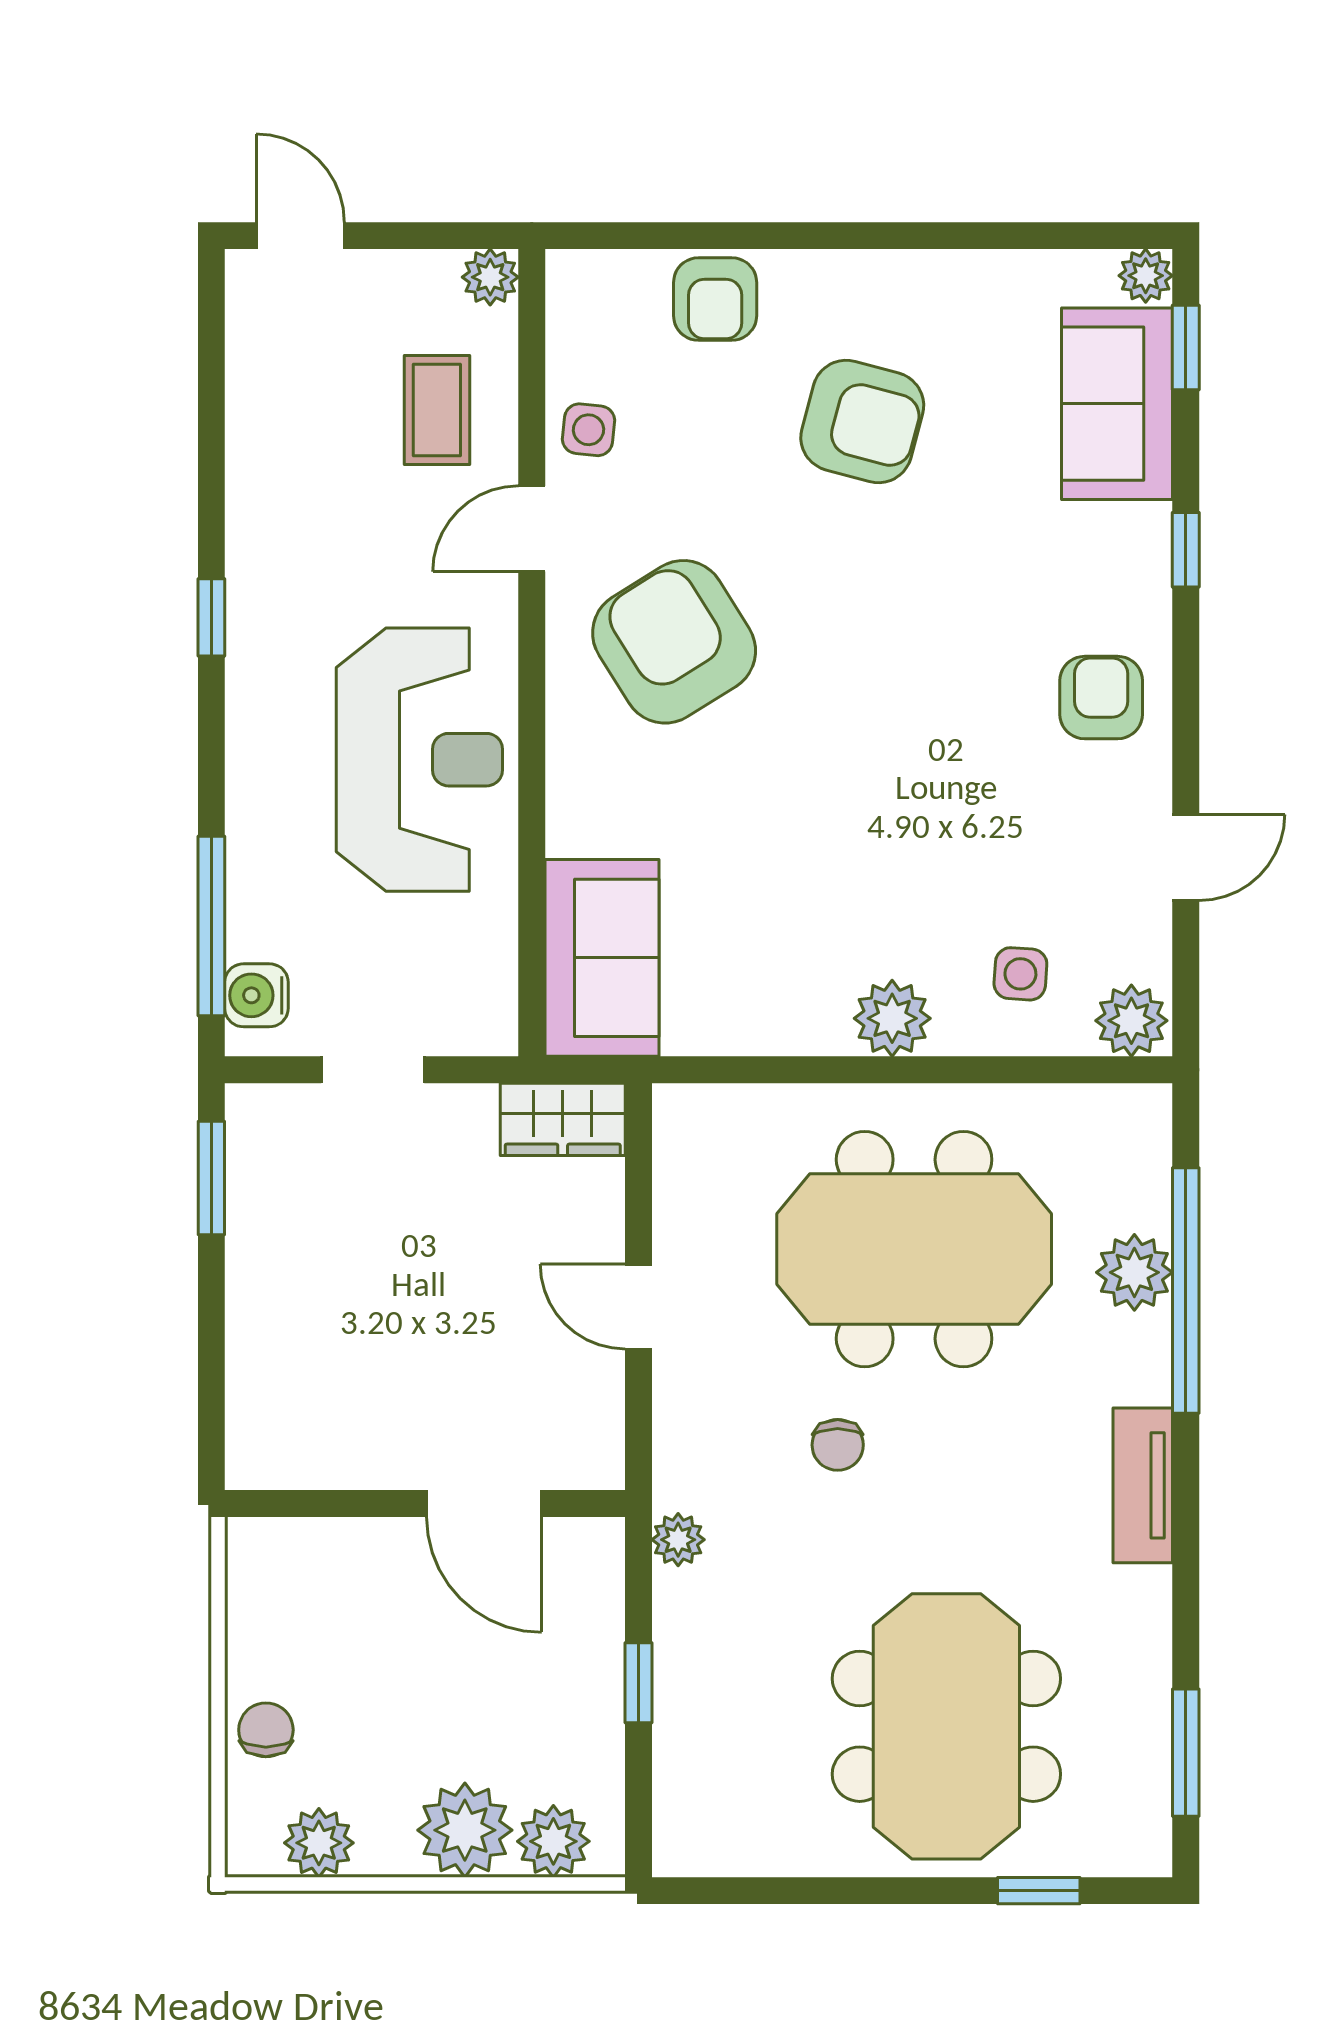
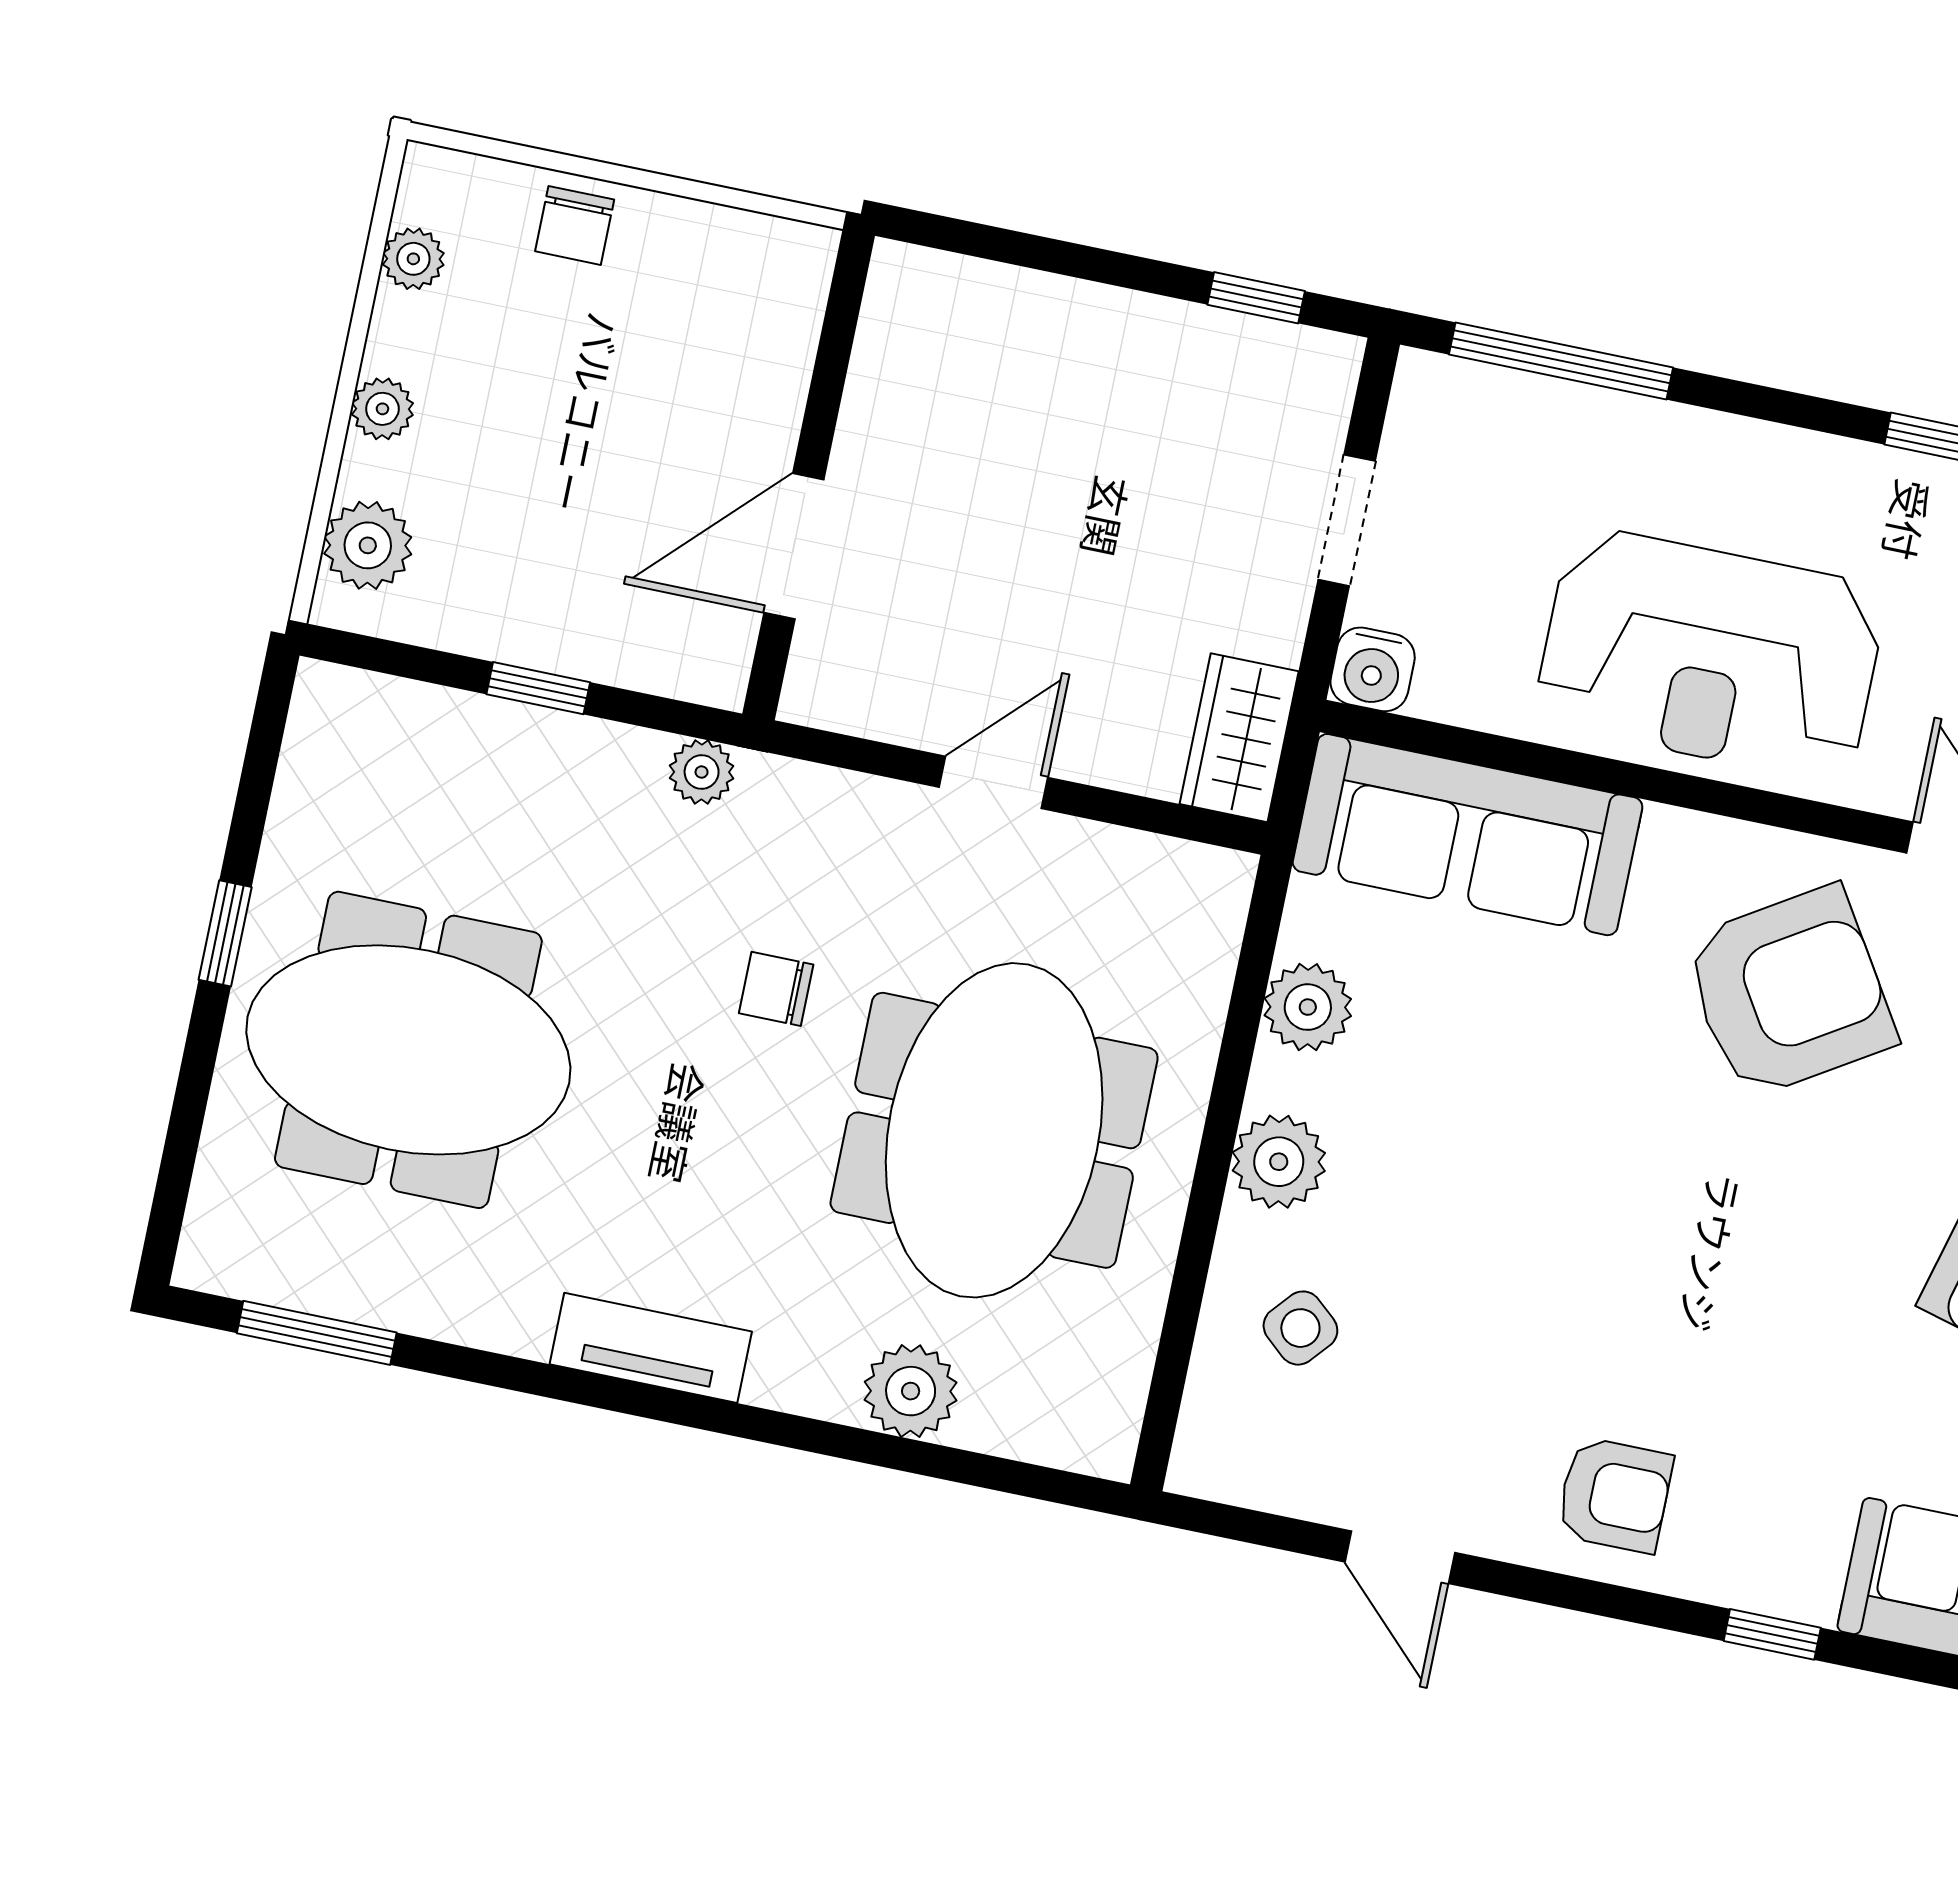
sofa: (602, 958) -> (1468, 835), width x1.36
side table: (1020, 974) -> (1300, 1328), turned 37
water cooler: (256, 995) -> (1373, 669), moved, turned 180
plant: (1131, 1021) -> (1308, 1007), moved
window: (211, 1178) -> (1256, 298), width x0.67
window: (1186, 1291) -> (876, 1449), removed
chair: (266, 1730) -> (575, 225), turned 90
plant: (465, 1830) -> (382, 409), width x0.53, depth x0.53
plant: (319, 1843) -> (413, 259), width x0.73, depth x0.73
window: (1039, 1891) -> (225, 933), moved

